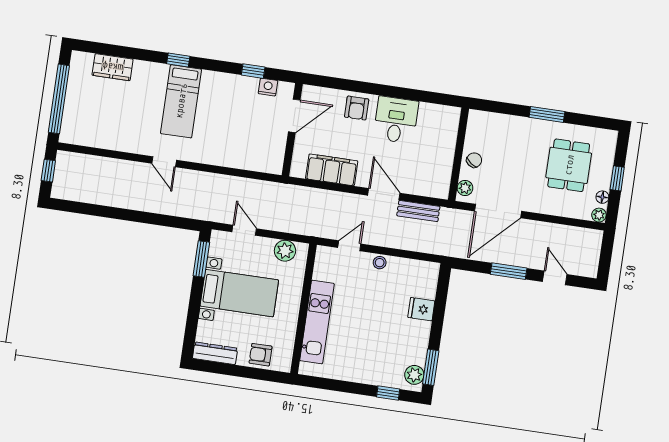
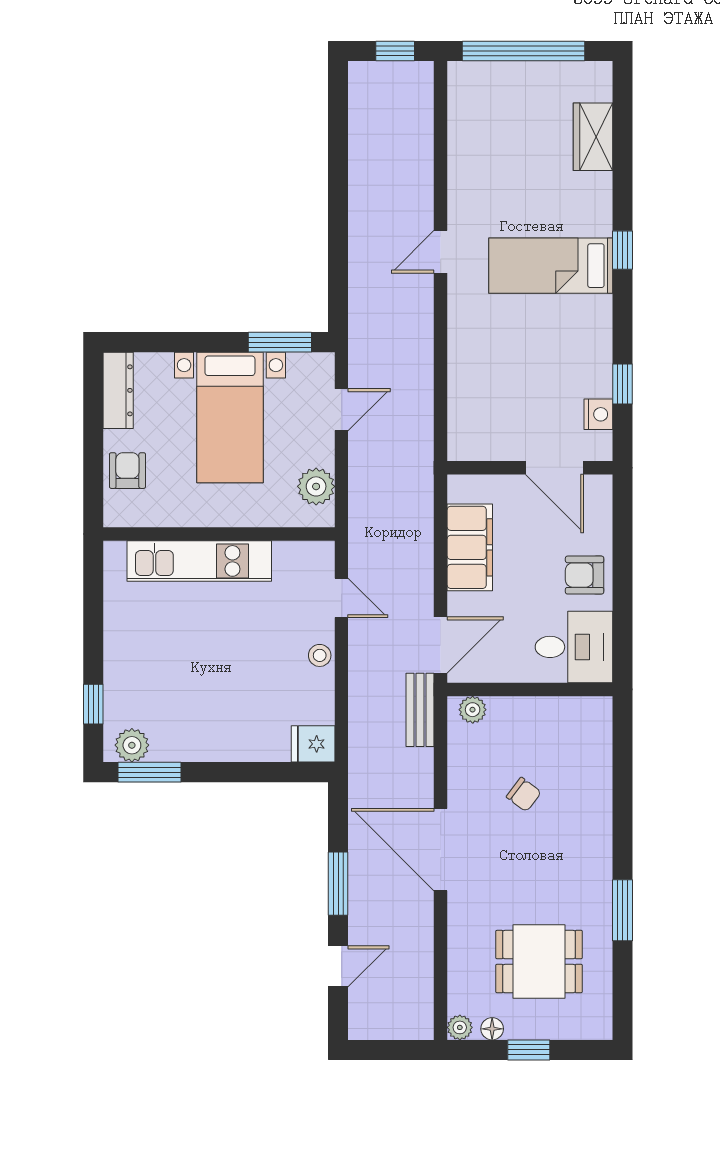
wall: (458, 154) -> (530, 689), moved
plant: (465, 188) -> (473, 710), moved
fridge: (421, 309) -> (313, 744), moved, turned -90

